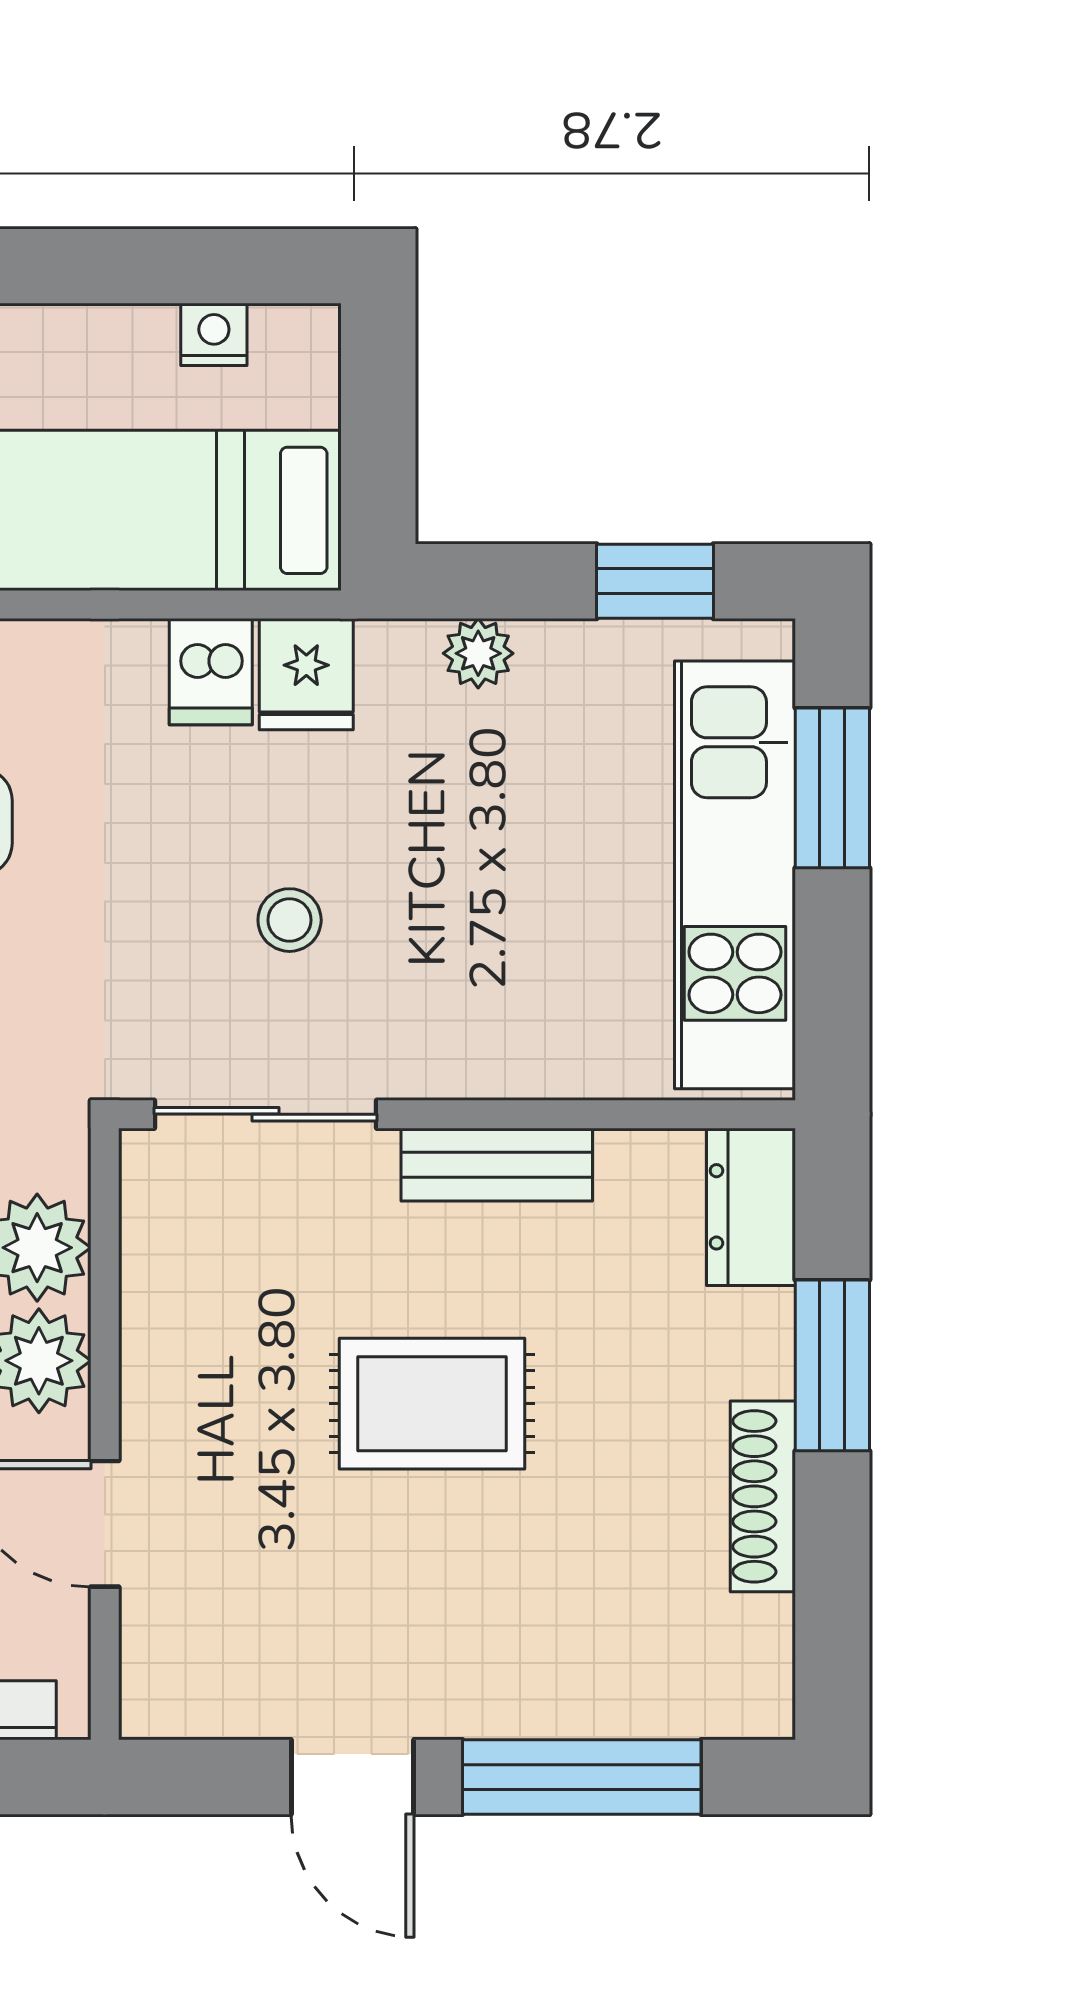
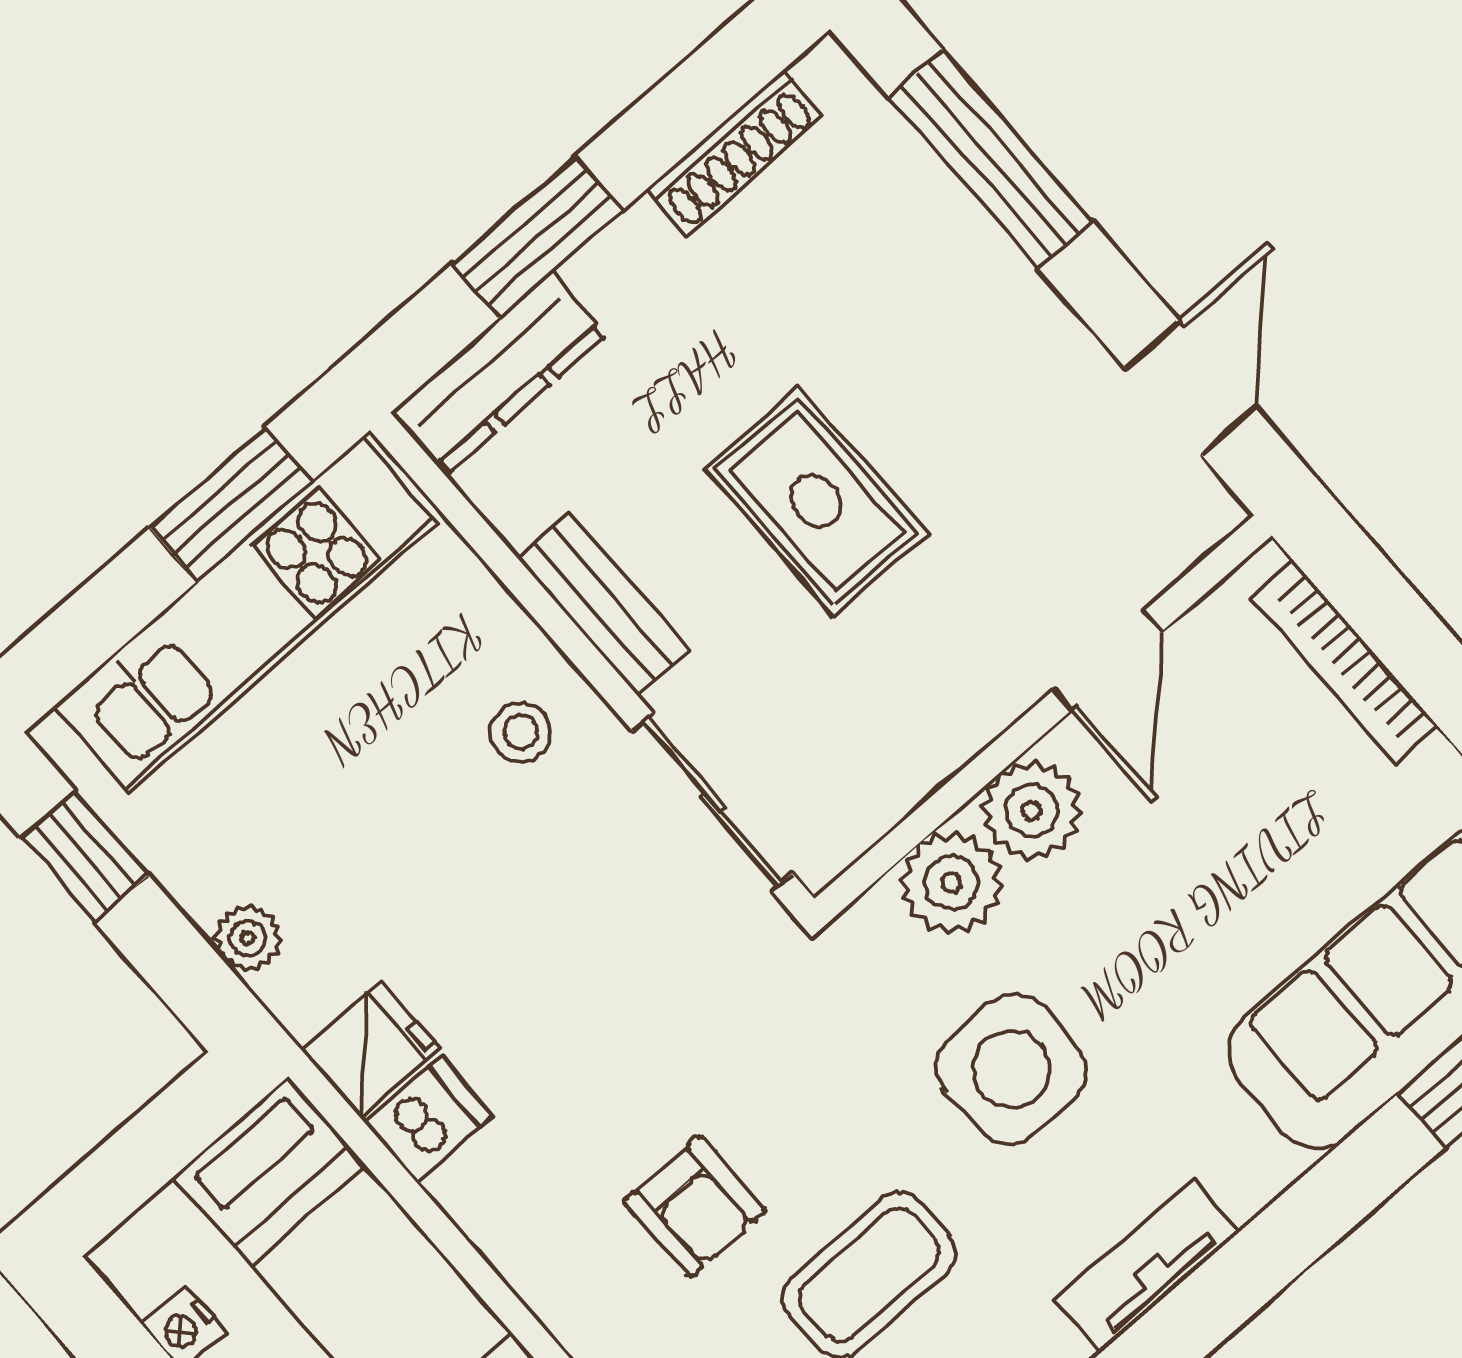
window: (832, 788) -> (231, 504), moved
stool: (290, 920) -> (521, 732), moved
dresser: (751, 1207) -> (499, 373), width x1.44
shoe rack: (763, 1496) -> (735, 153), moved
door: (352, 1777) -> (1190, 388), moved

